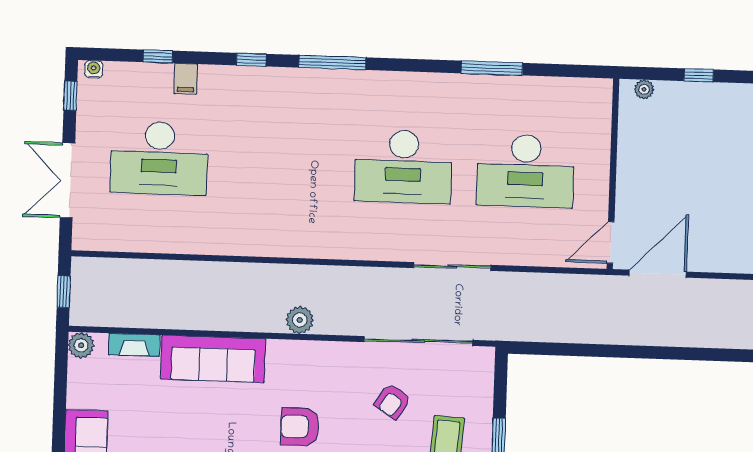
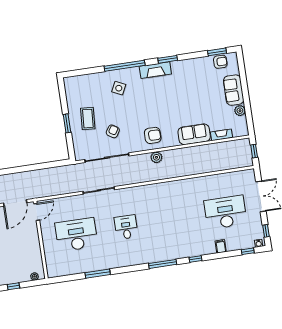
window: (158, 56) -> (248, 251), moved
desk: (403, 167) -> (126, 227), width x0.53, depth x0.77
plant: (81, 345) -> (240, 111), moved
sofa: (213, 359) -> (194, 134), width x0.73
armchair: (300, 427) -> (153, 135), moved

